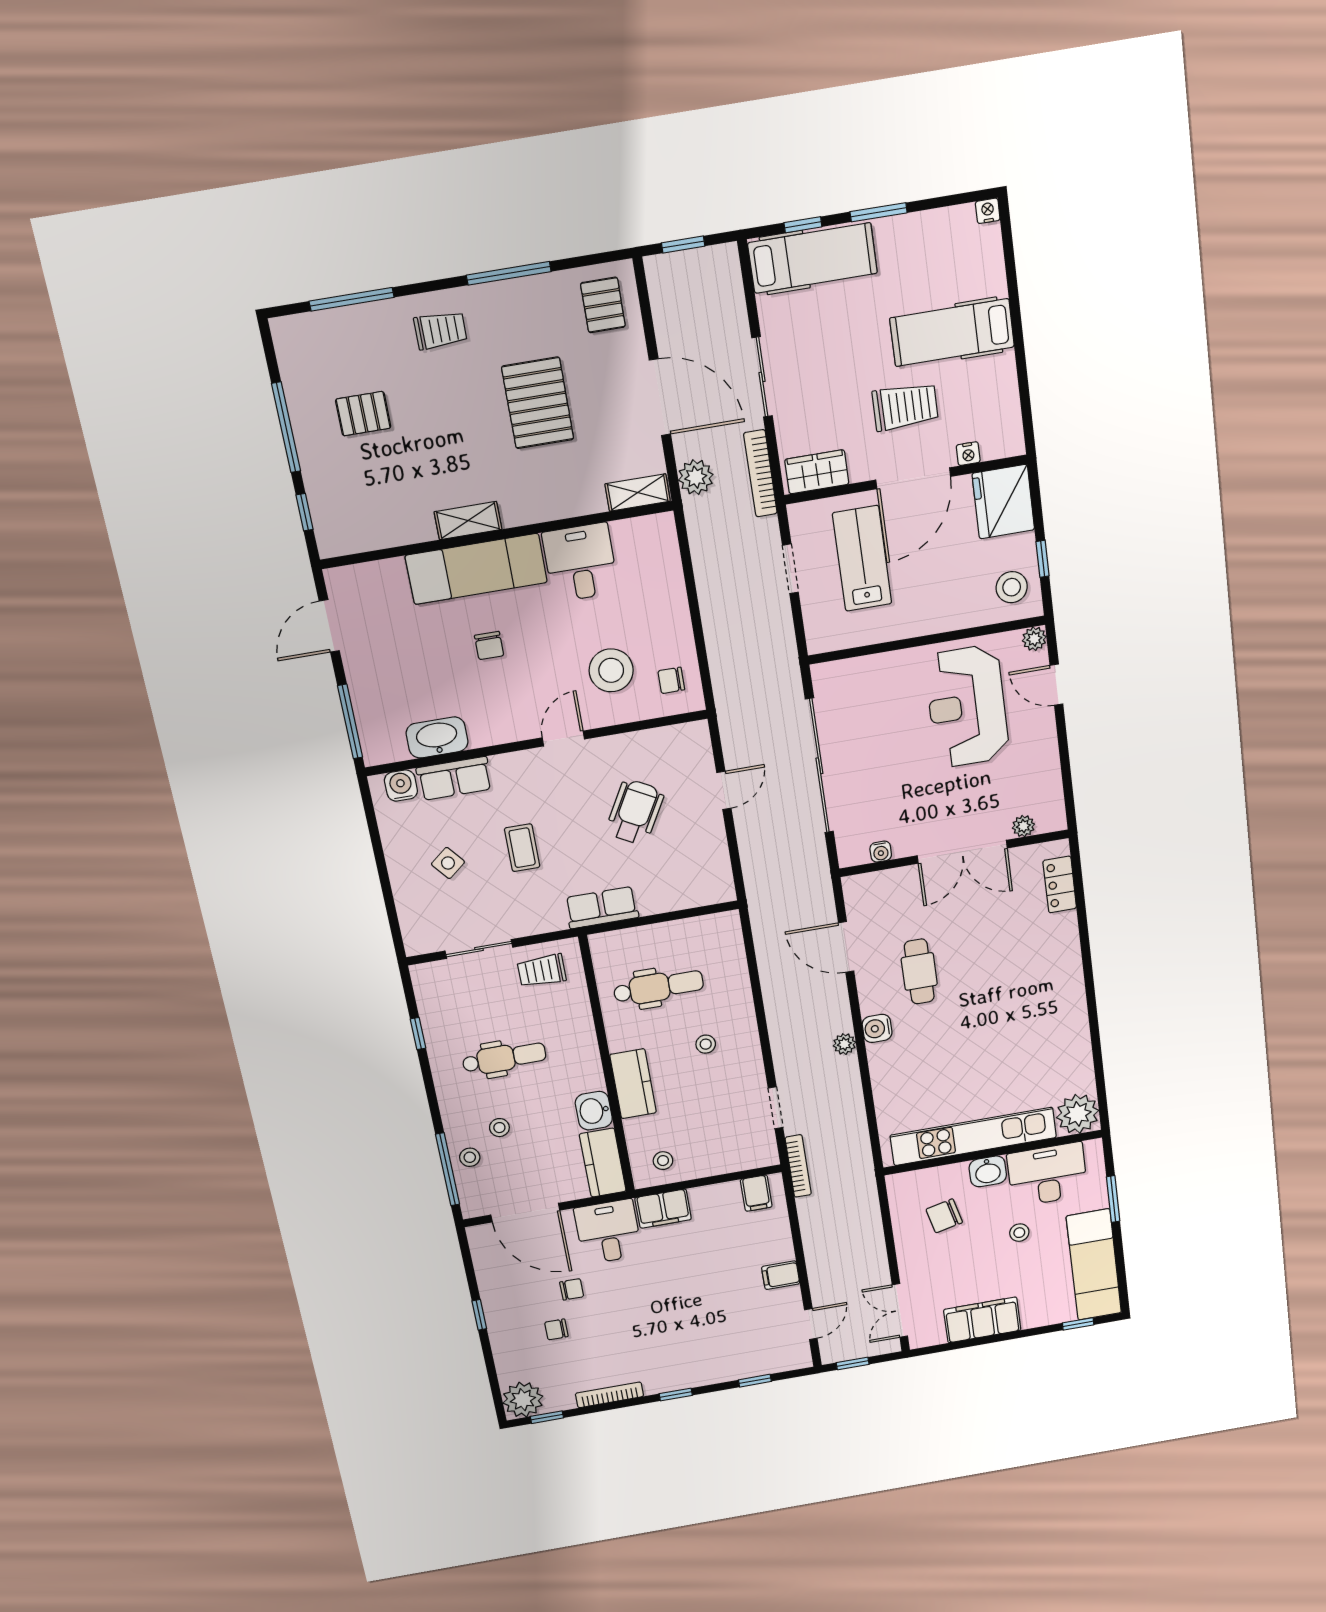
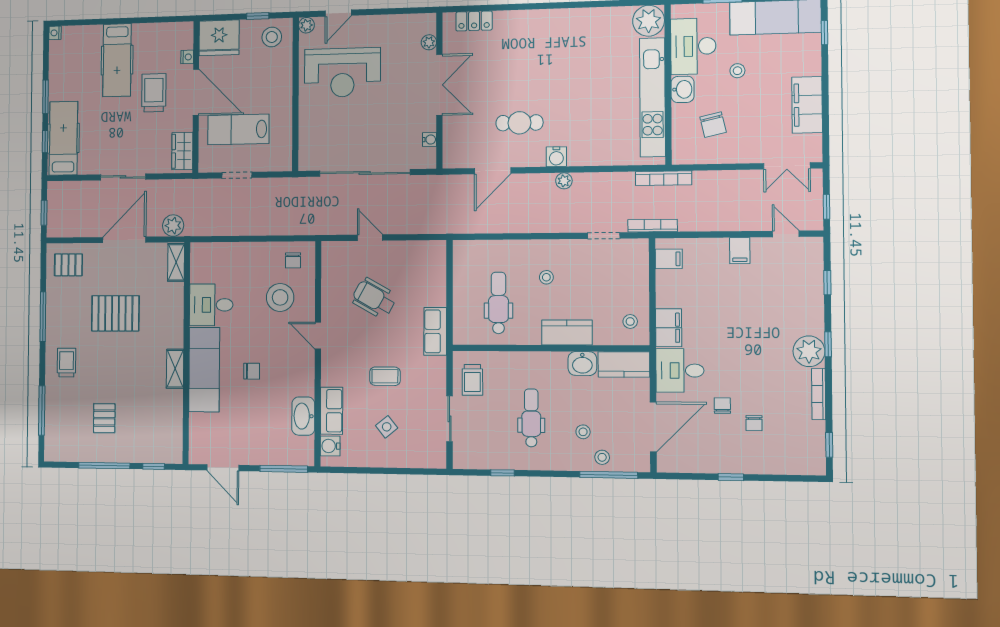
bookcase: (760, 473) -> (664, 178), moved
plant: (523, 1400) -> (809, 351), moved

